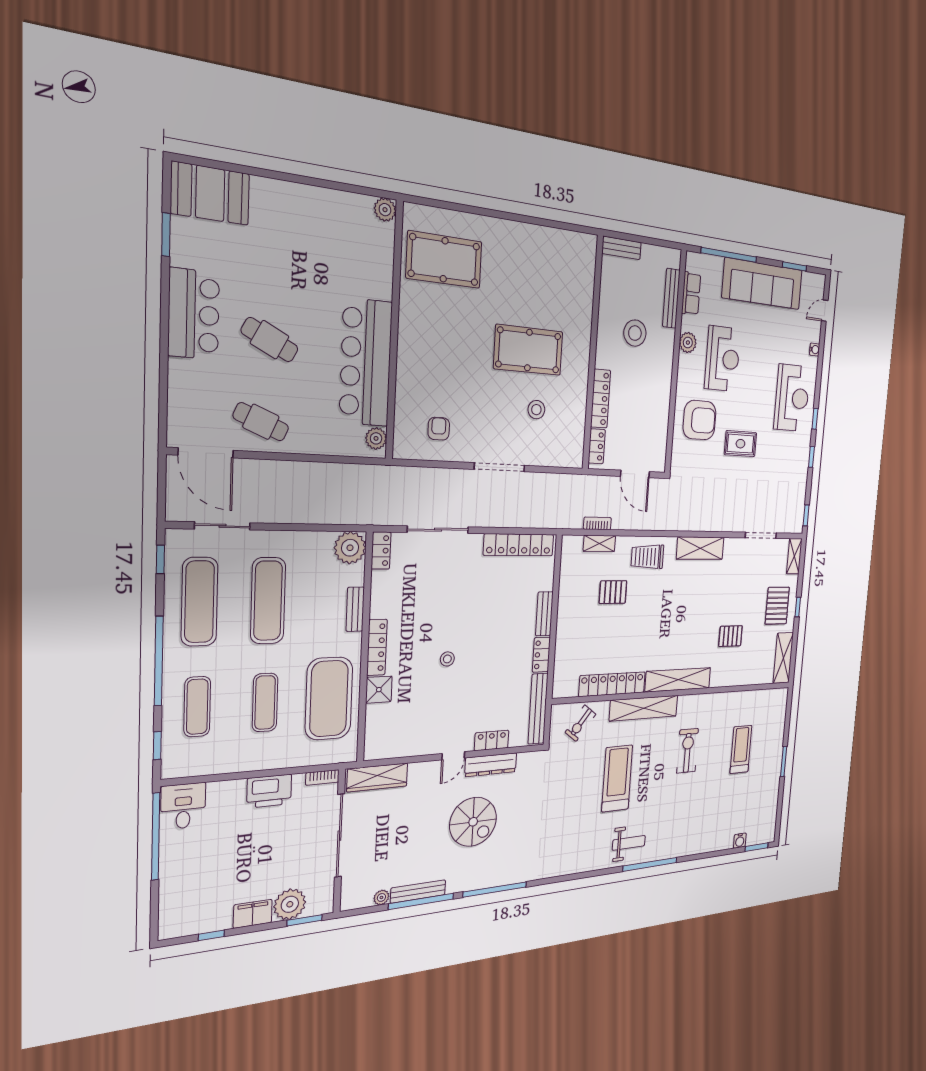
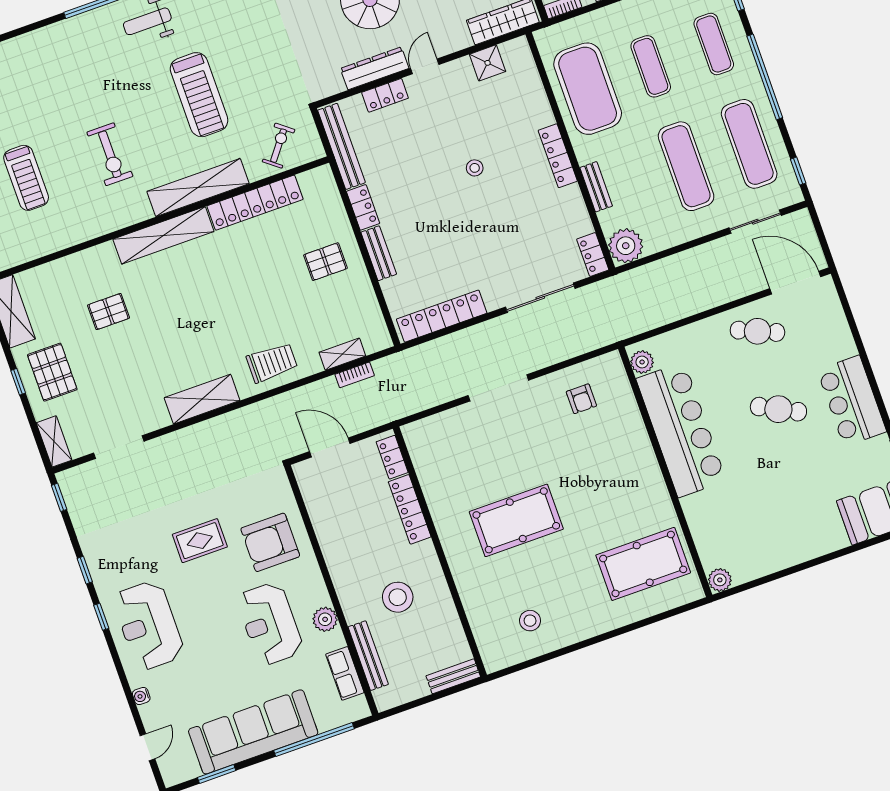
stool: (536, 410) -> (530, 621), moved
pallet: (613, 592) -> (325, 262), moved
shower: (379, 690) -> (488, 63), moved

